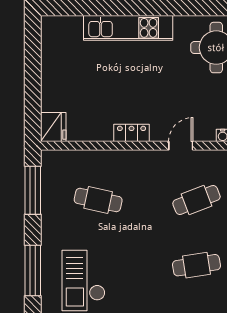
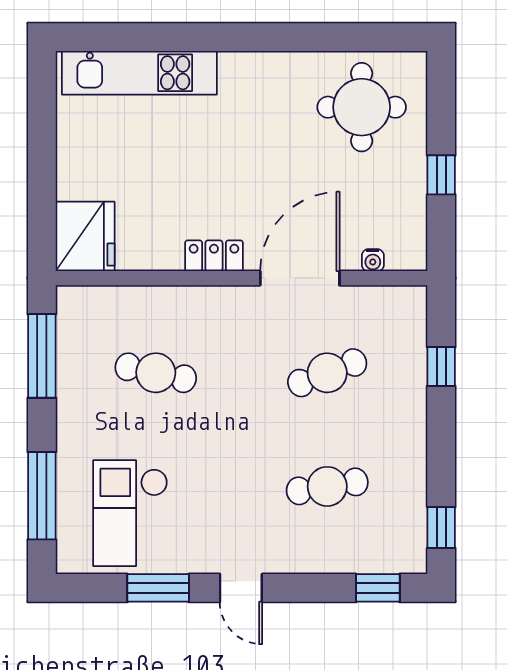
kitchen unit: (128, 28) -> (139, 73), moved
fridge: (53, 127) -> (85, 236), width x1.36, depth x1.34
door: (181, 146) -> (300, 278), width x1.88

